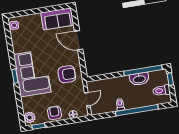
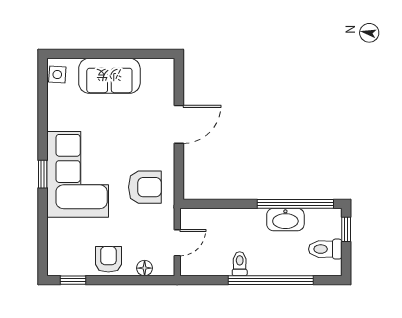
sofa: (57, 19) -> (109, 76), moved
door: (79, 40) -> (179, 124), swing flipped
plant: (30, 117) -> (58, 260), removed

